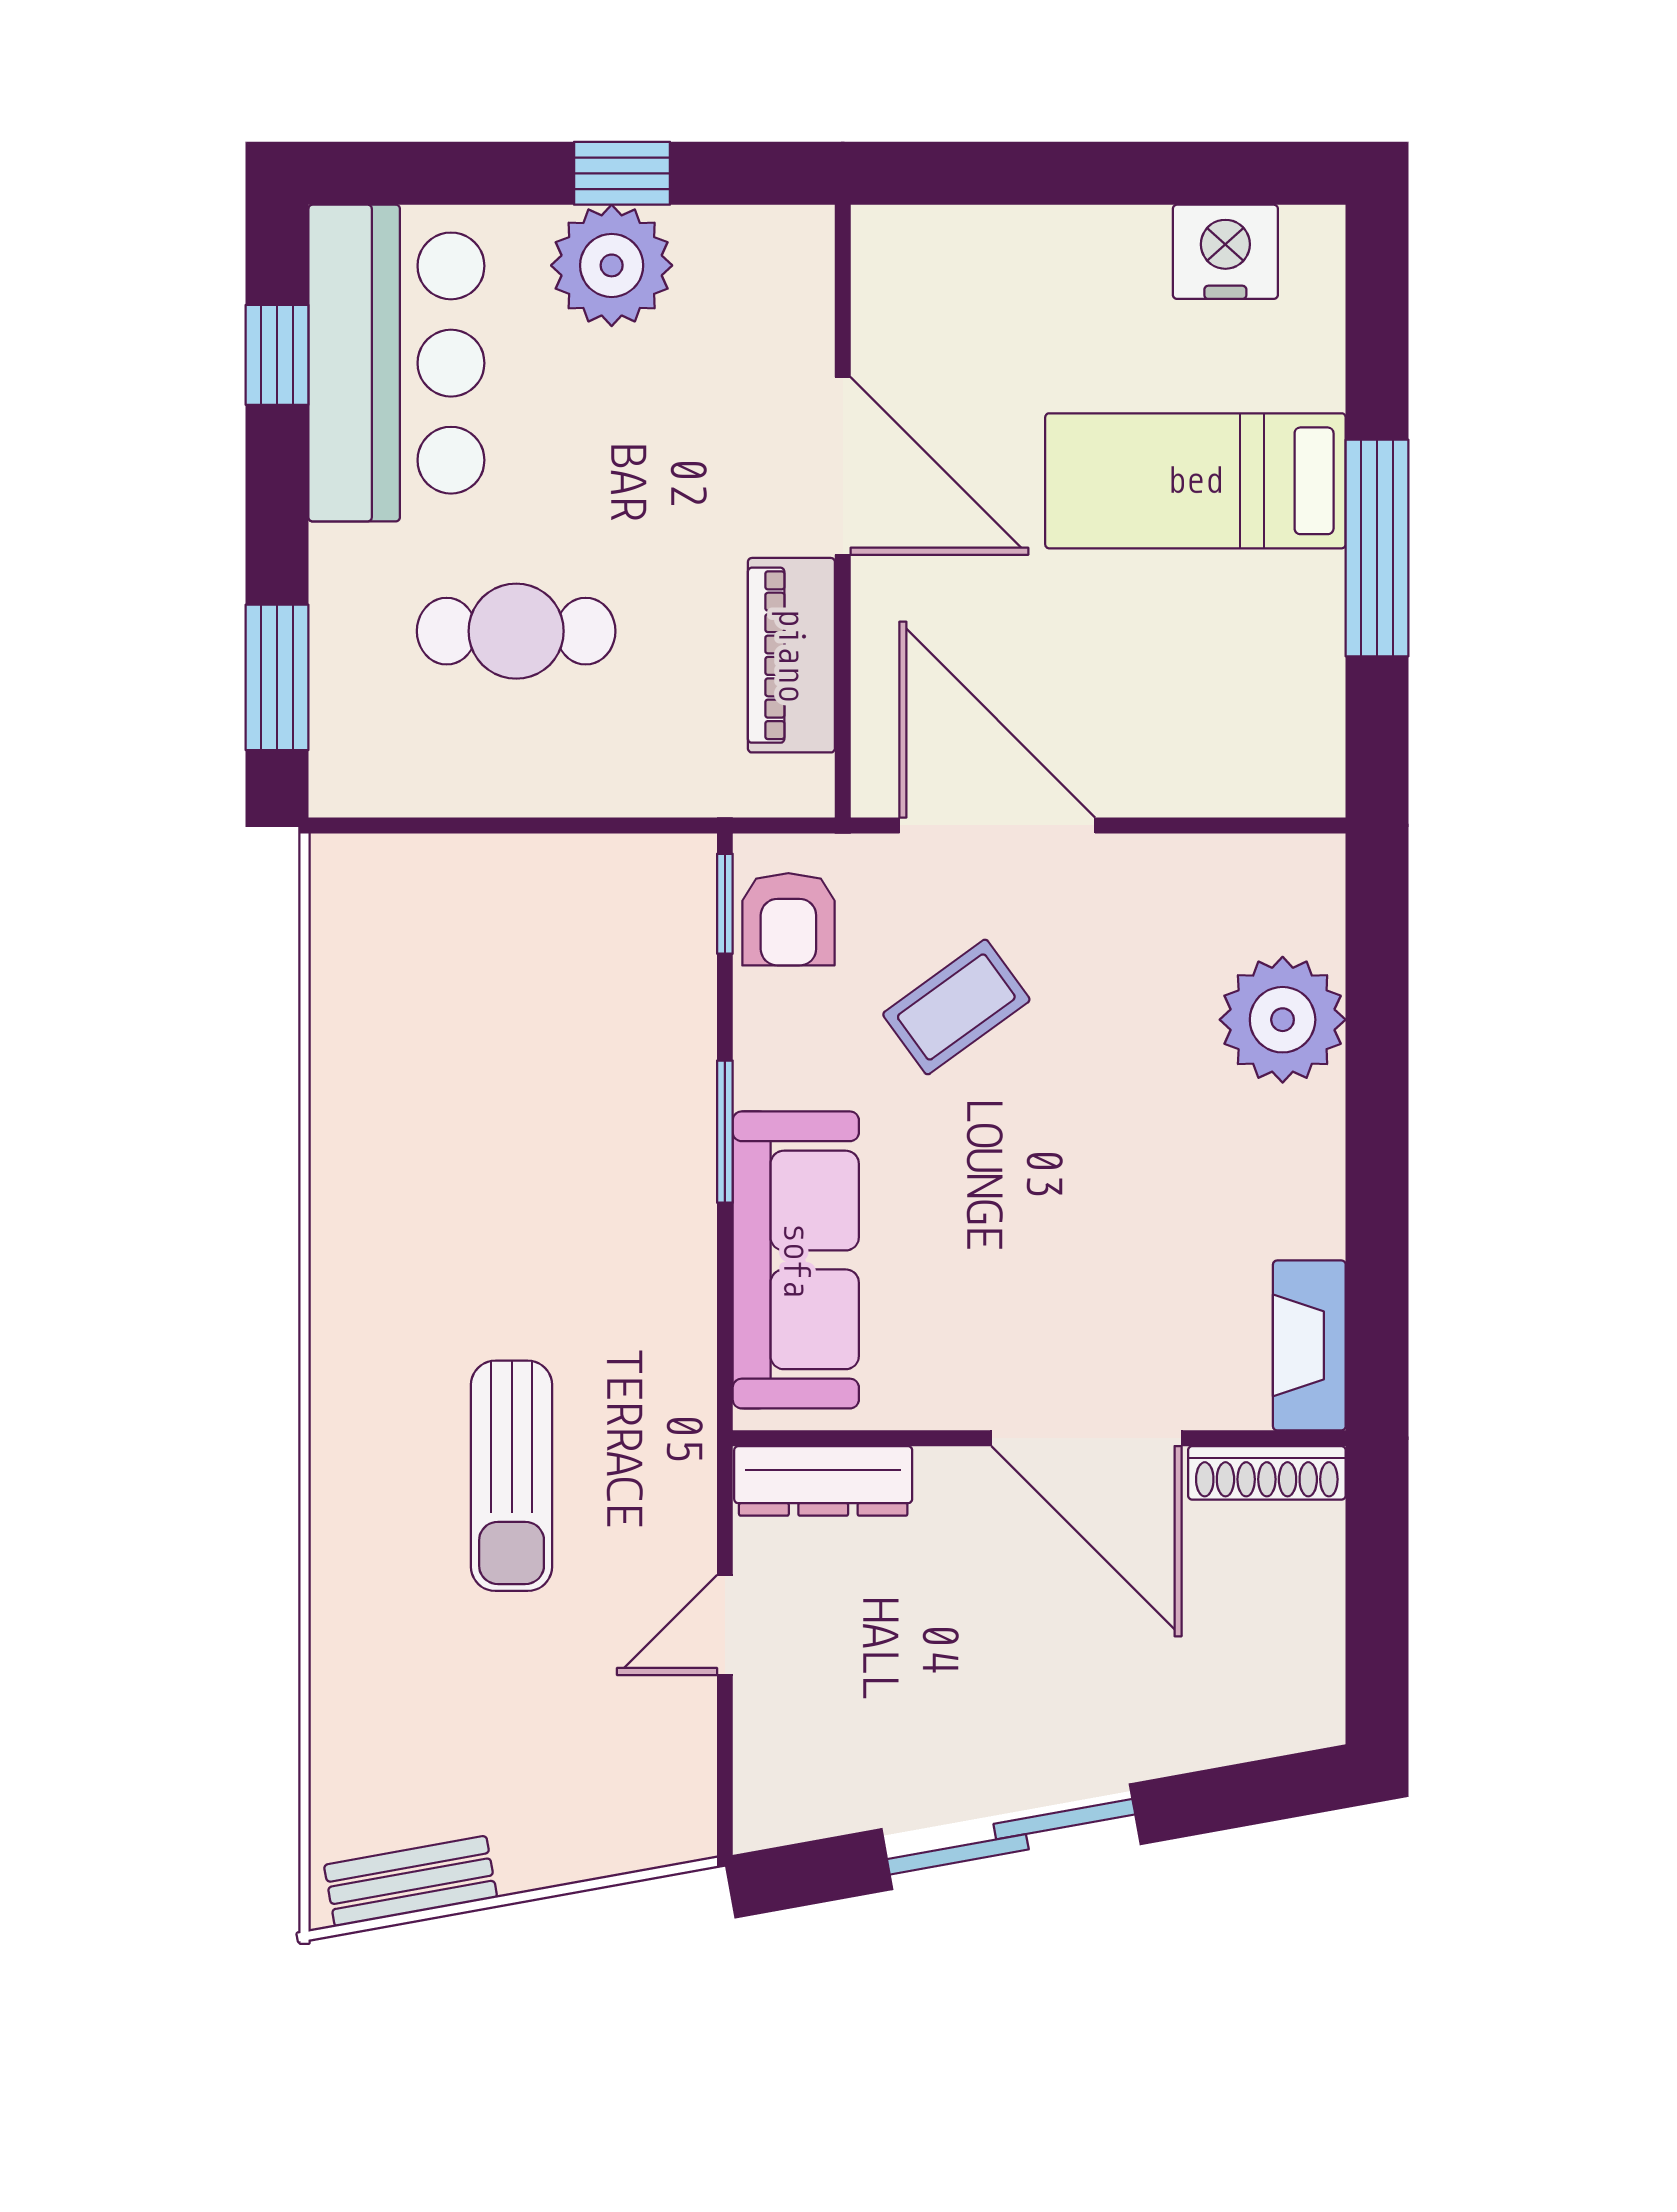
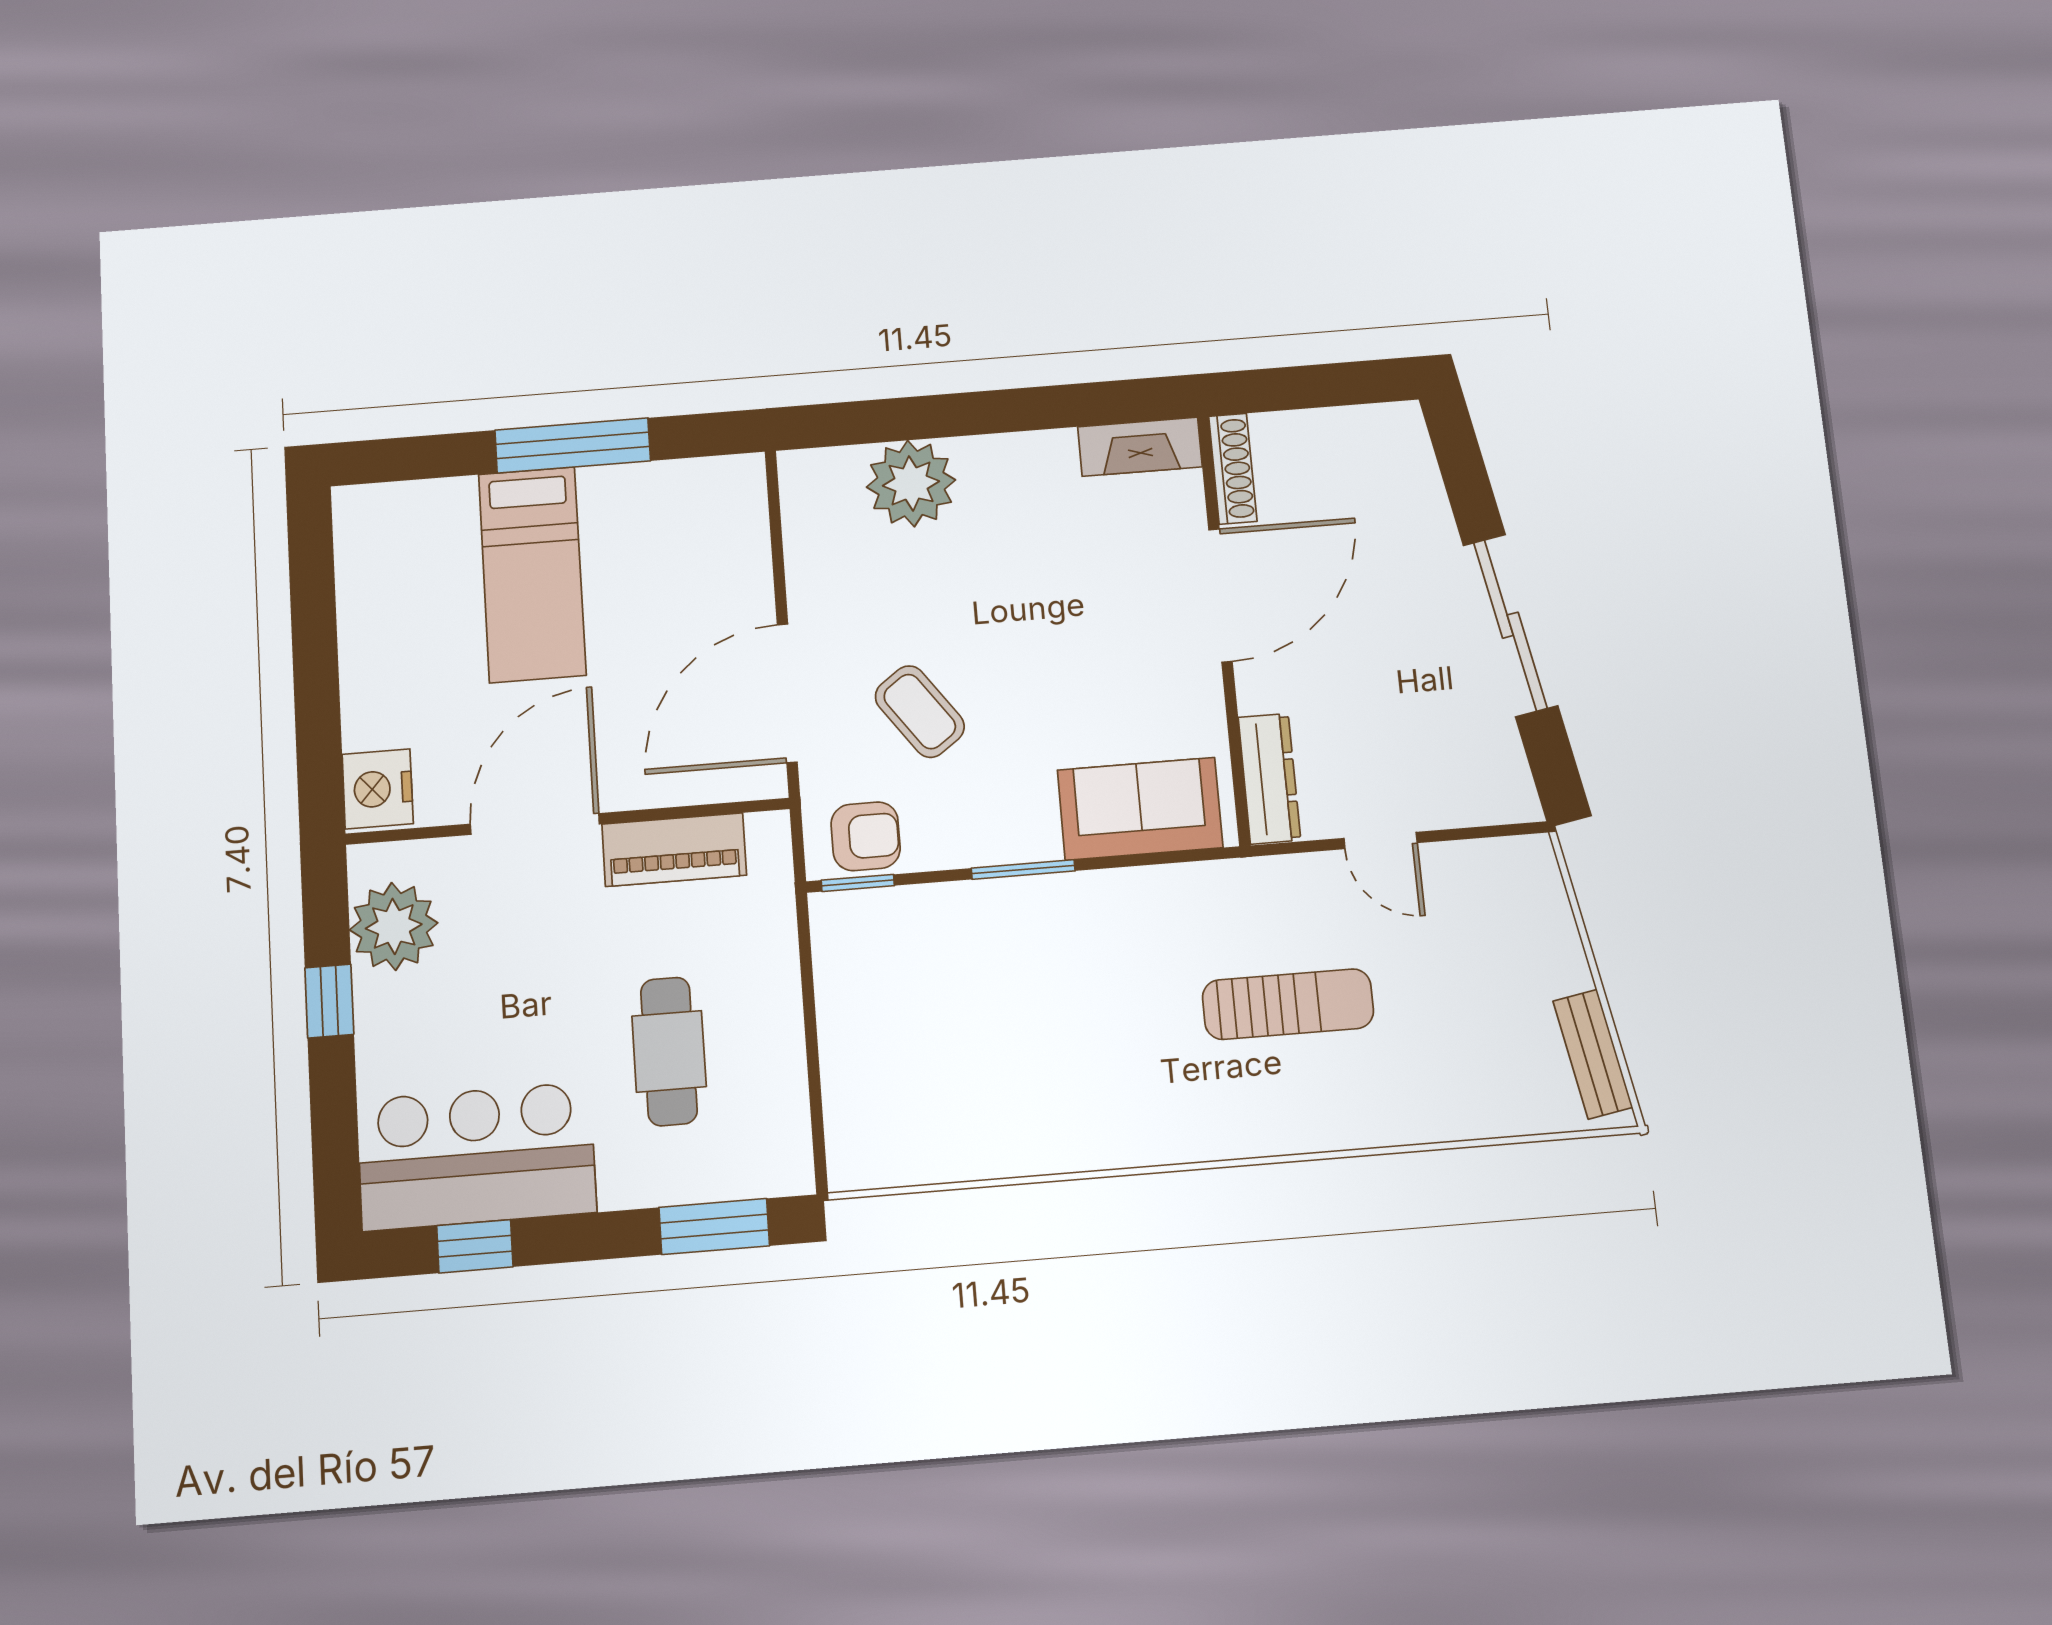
nightstand: (1225, 252) -> (378, 789), moved
plant: (612, 265) -> (394, 926), moved
sofa: (796, 1260) -> (1140, 809), width x0.73

